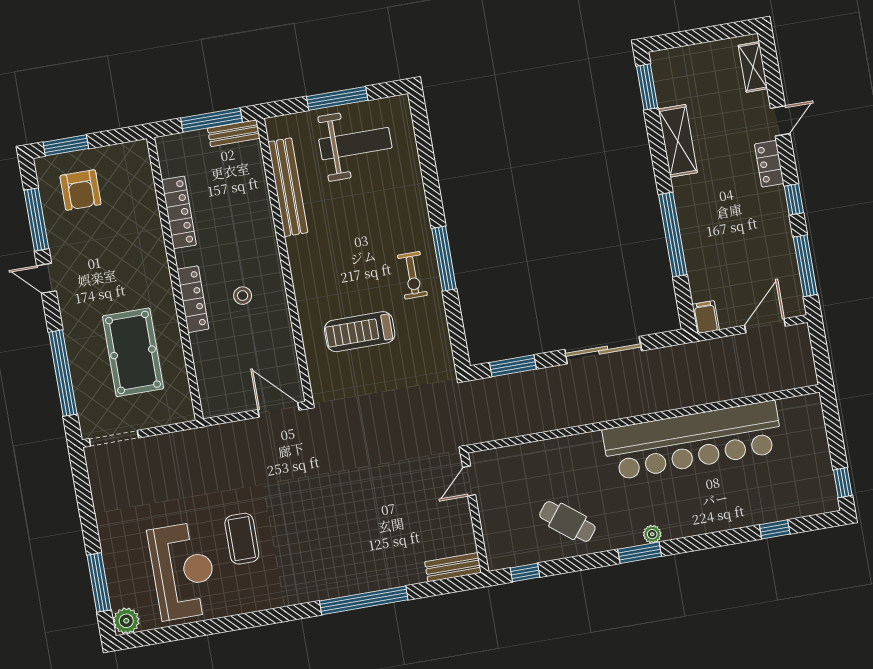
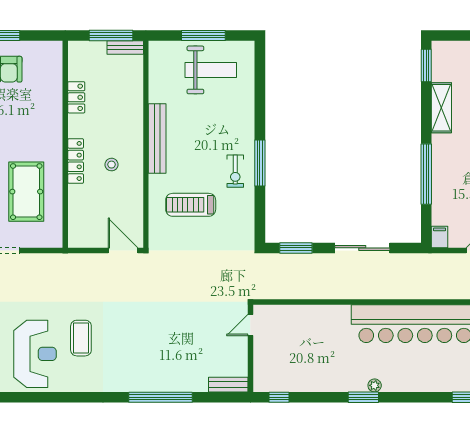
bench: (288, 187) -> (157, 139), moved
locker: (179, 212) -> (76, 97), width x0.66
cafe table: (567, 521) -> (316, 366), removed

